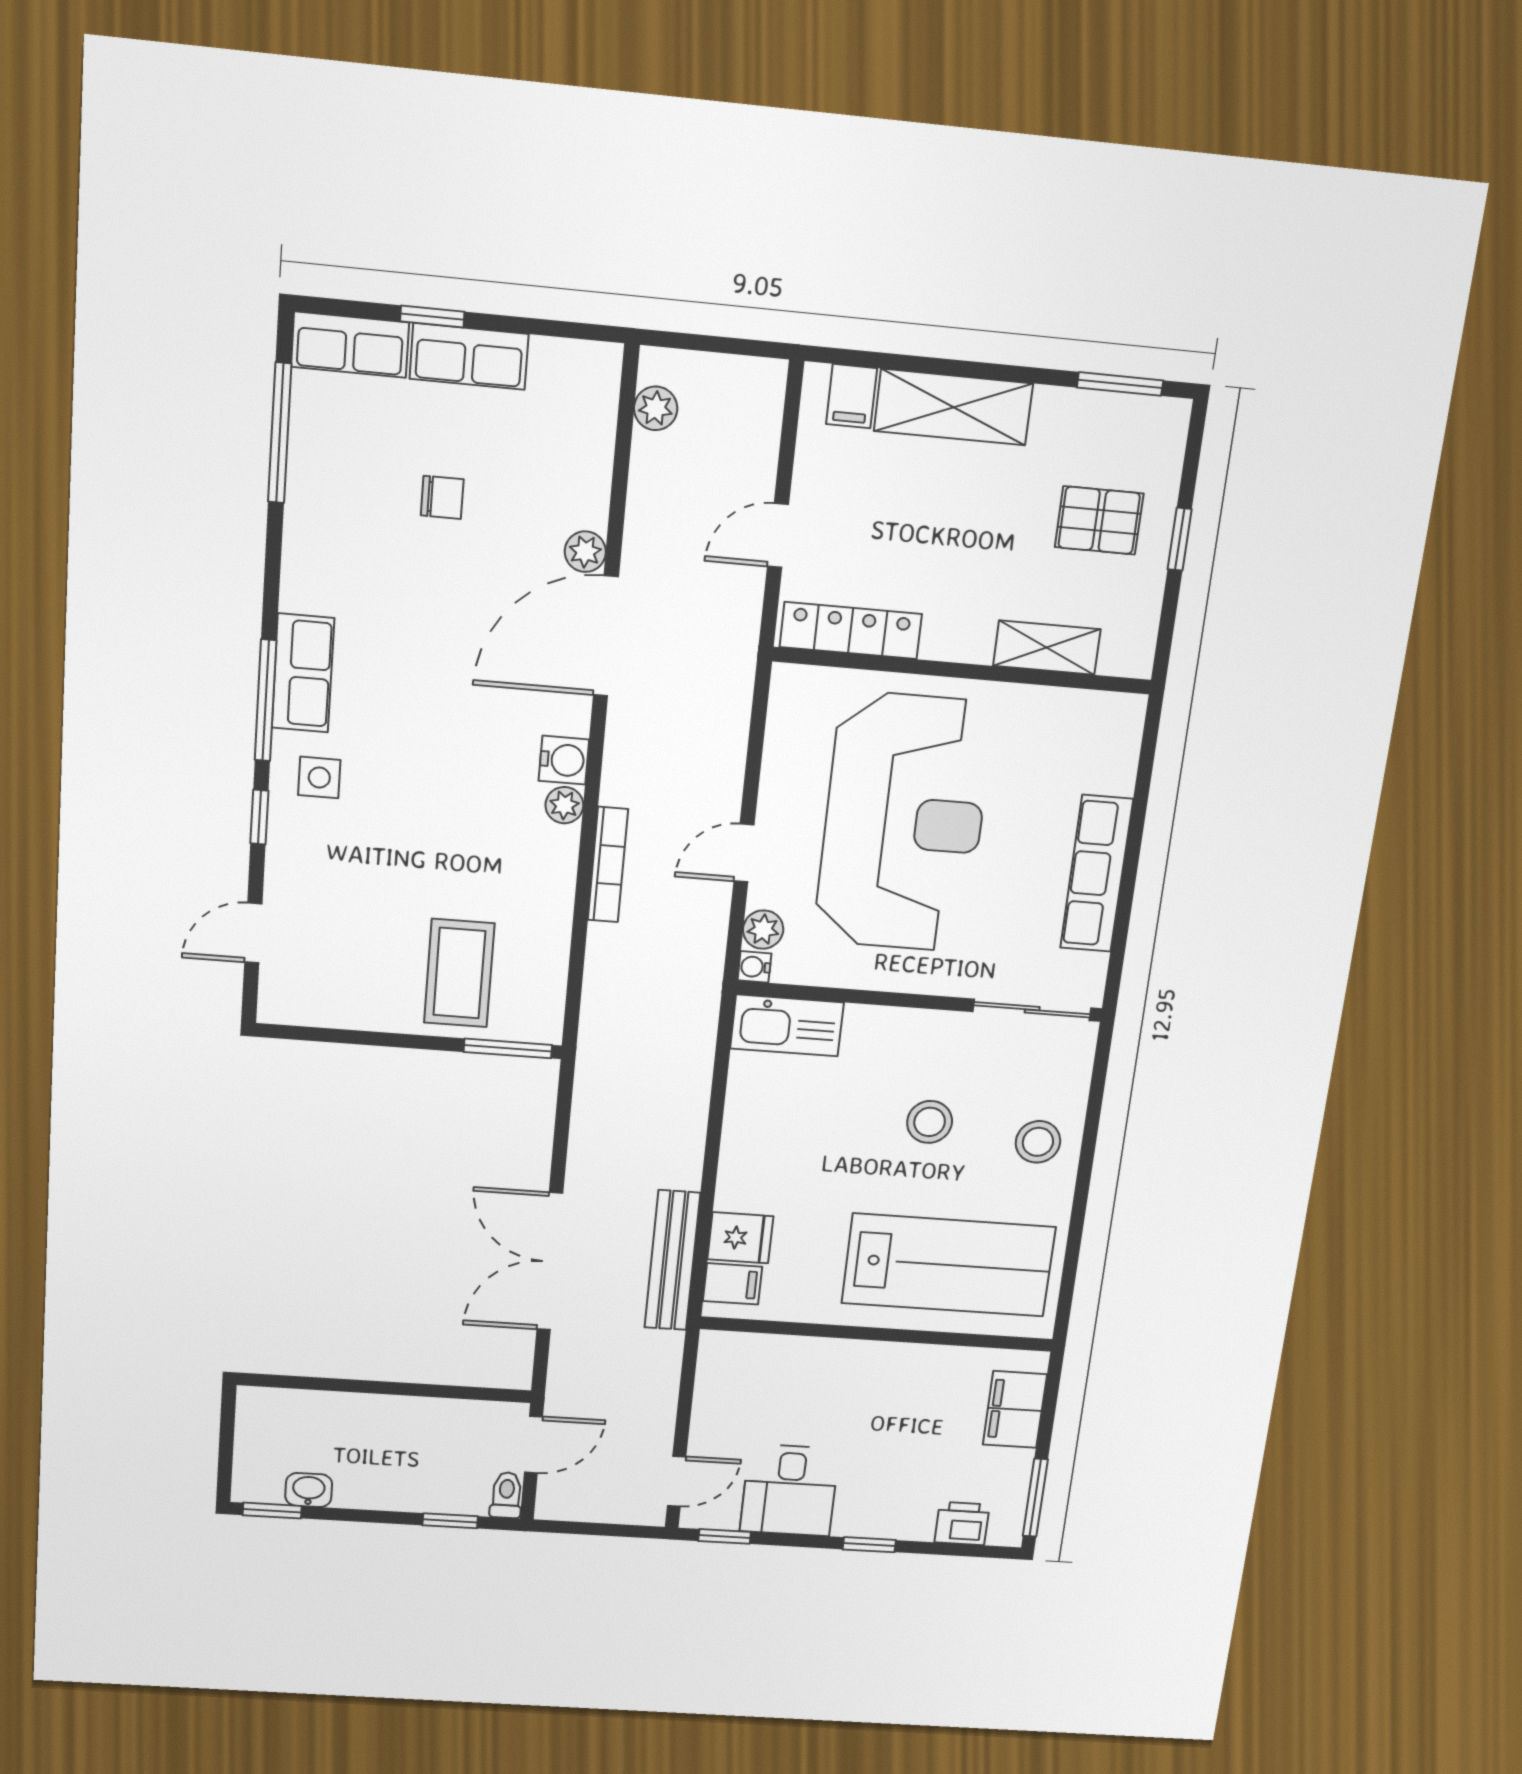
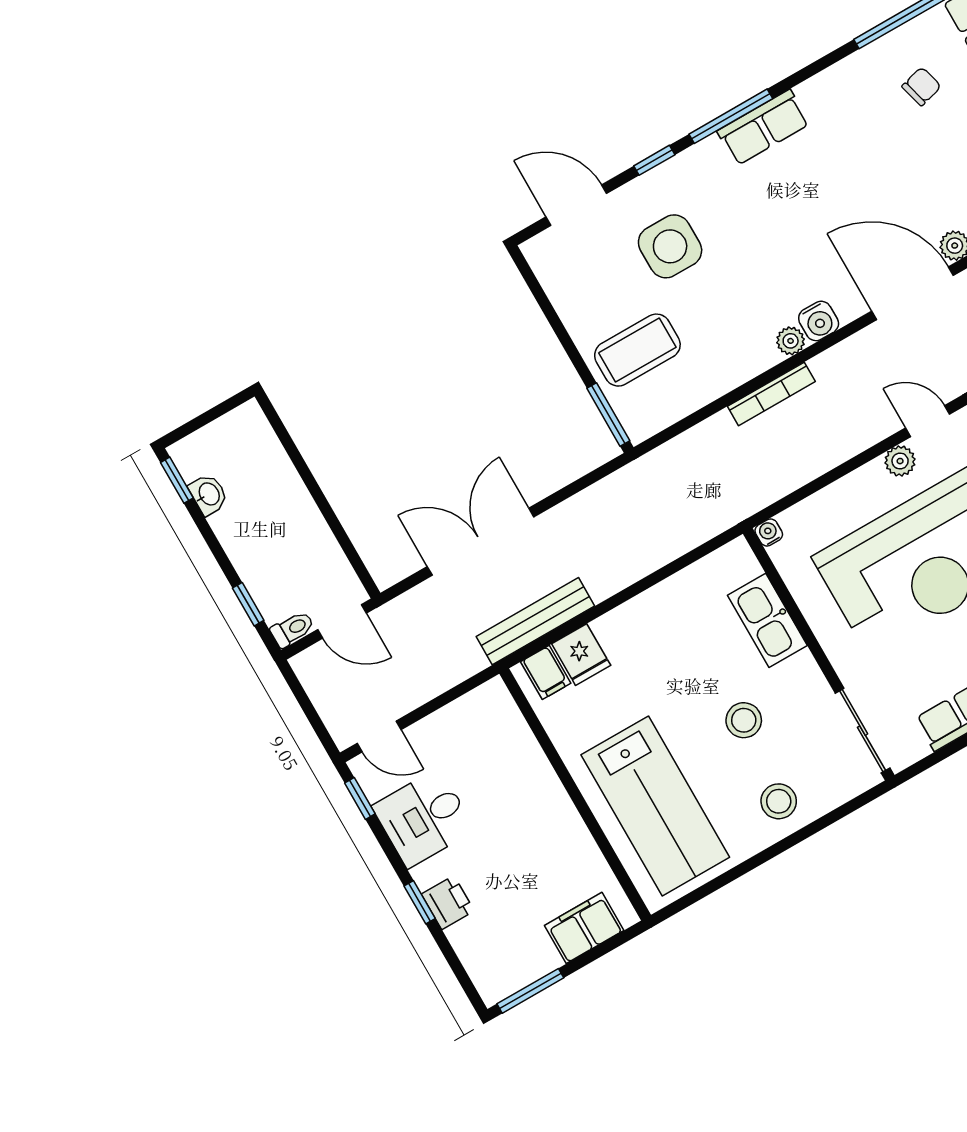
chair: (442, 497) -> (921, 86), moved, turned -105
side table: (319, 778) -> (670, 246), moved, width x1.87, depth x1.87
door: (744, 853) -> (928, 421), moved
plant: (763, 930) -> (900, 461), moved
door: (253, 933) -> (576, 205), width x1.37
kitchen sink: (787, 1025) -> (767, 620), moved
printer: (962, 1523) -> (448, 903), moved

